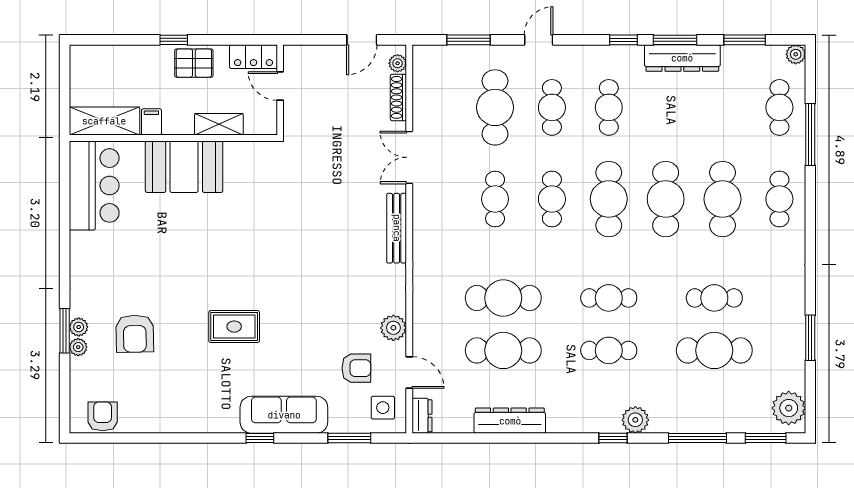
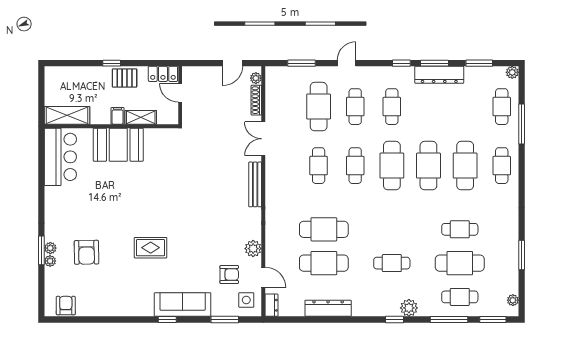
filing cabinet: (151, 122) -> (118, 116), moved
cafe table: (609, 298) -> (460, 297), moved
plant: (789, 408) -> (513, 300), width x0.53, depth x0.53

